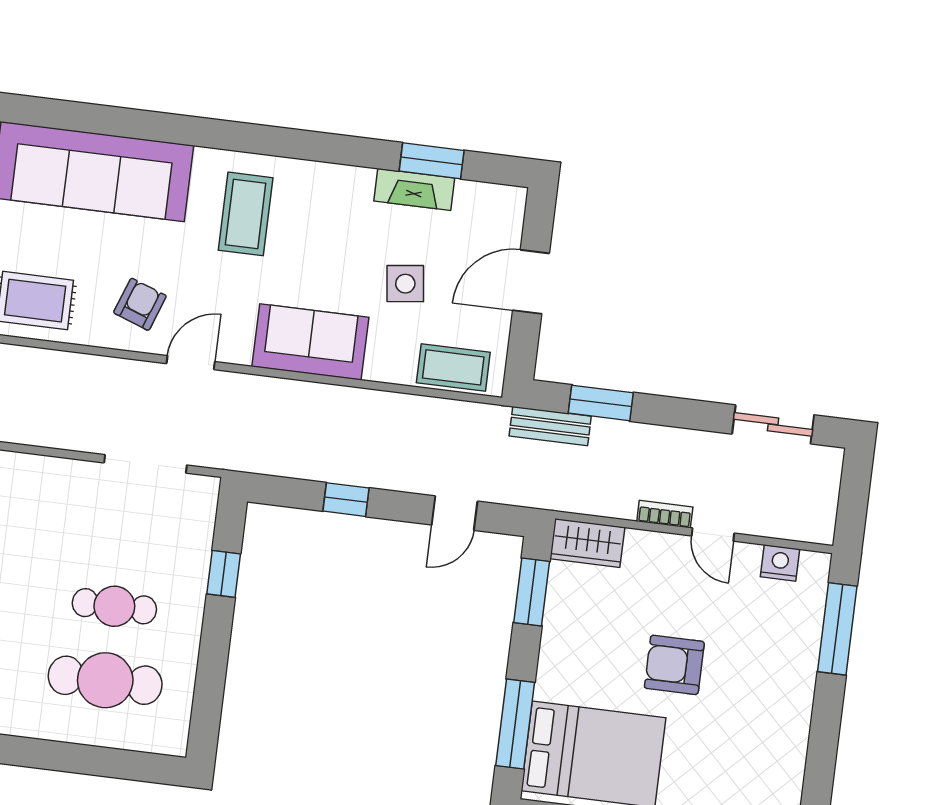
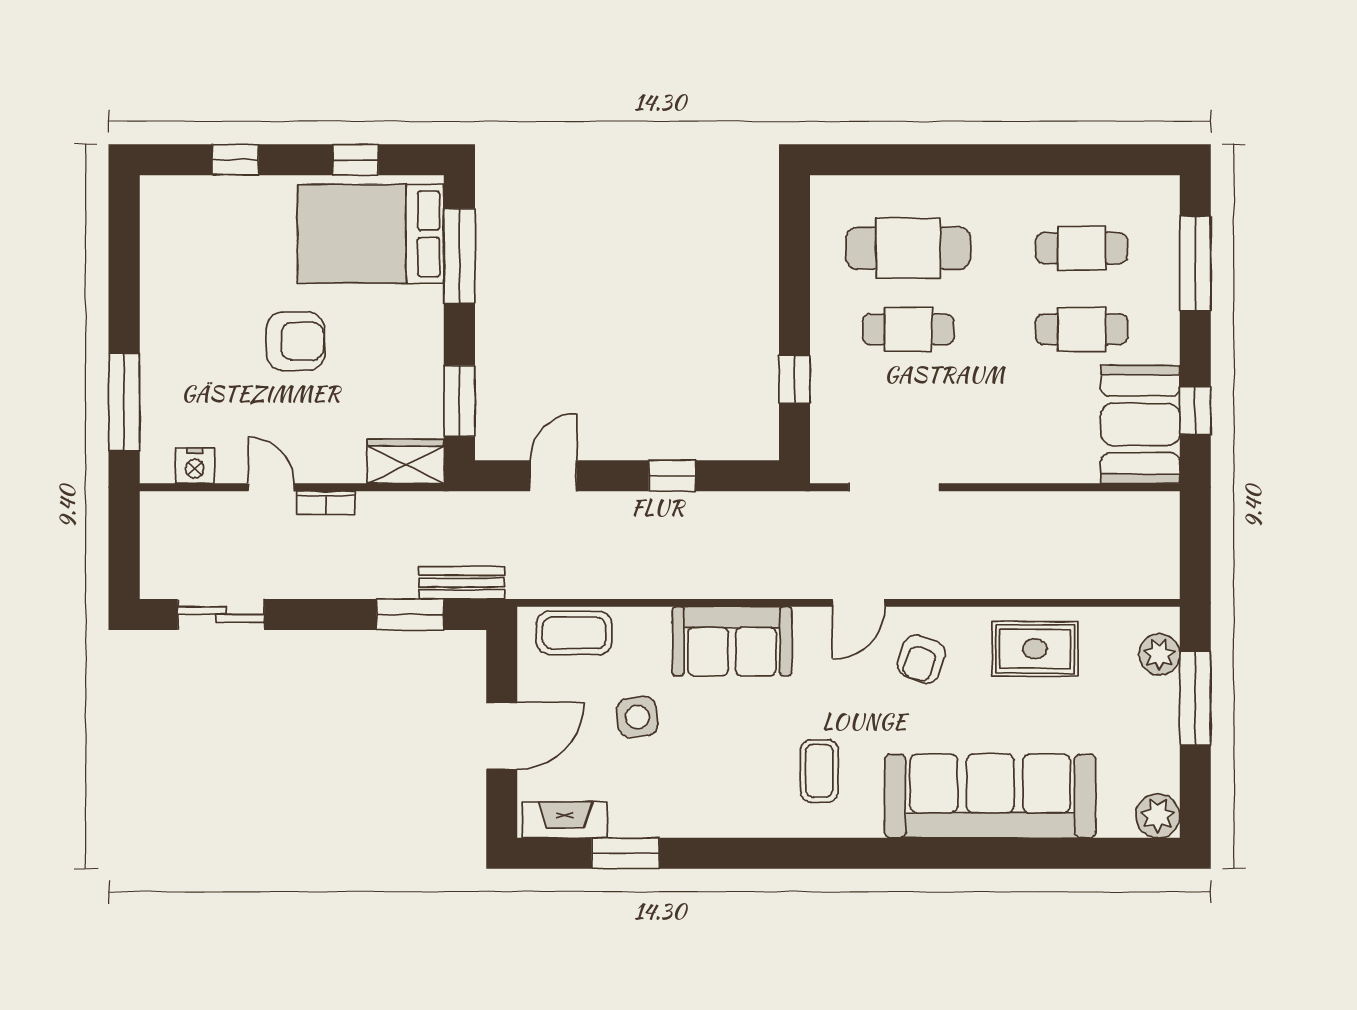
fireplace: (414, 189) -> (565, 820), moved
coffee table: (246, 214) -> (819, 771), width x0.73, depth x0.77

